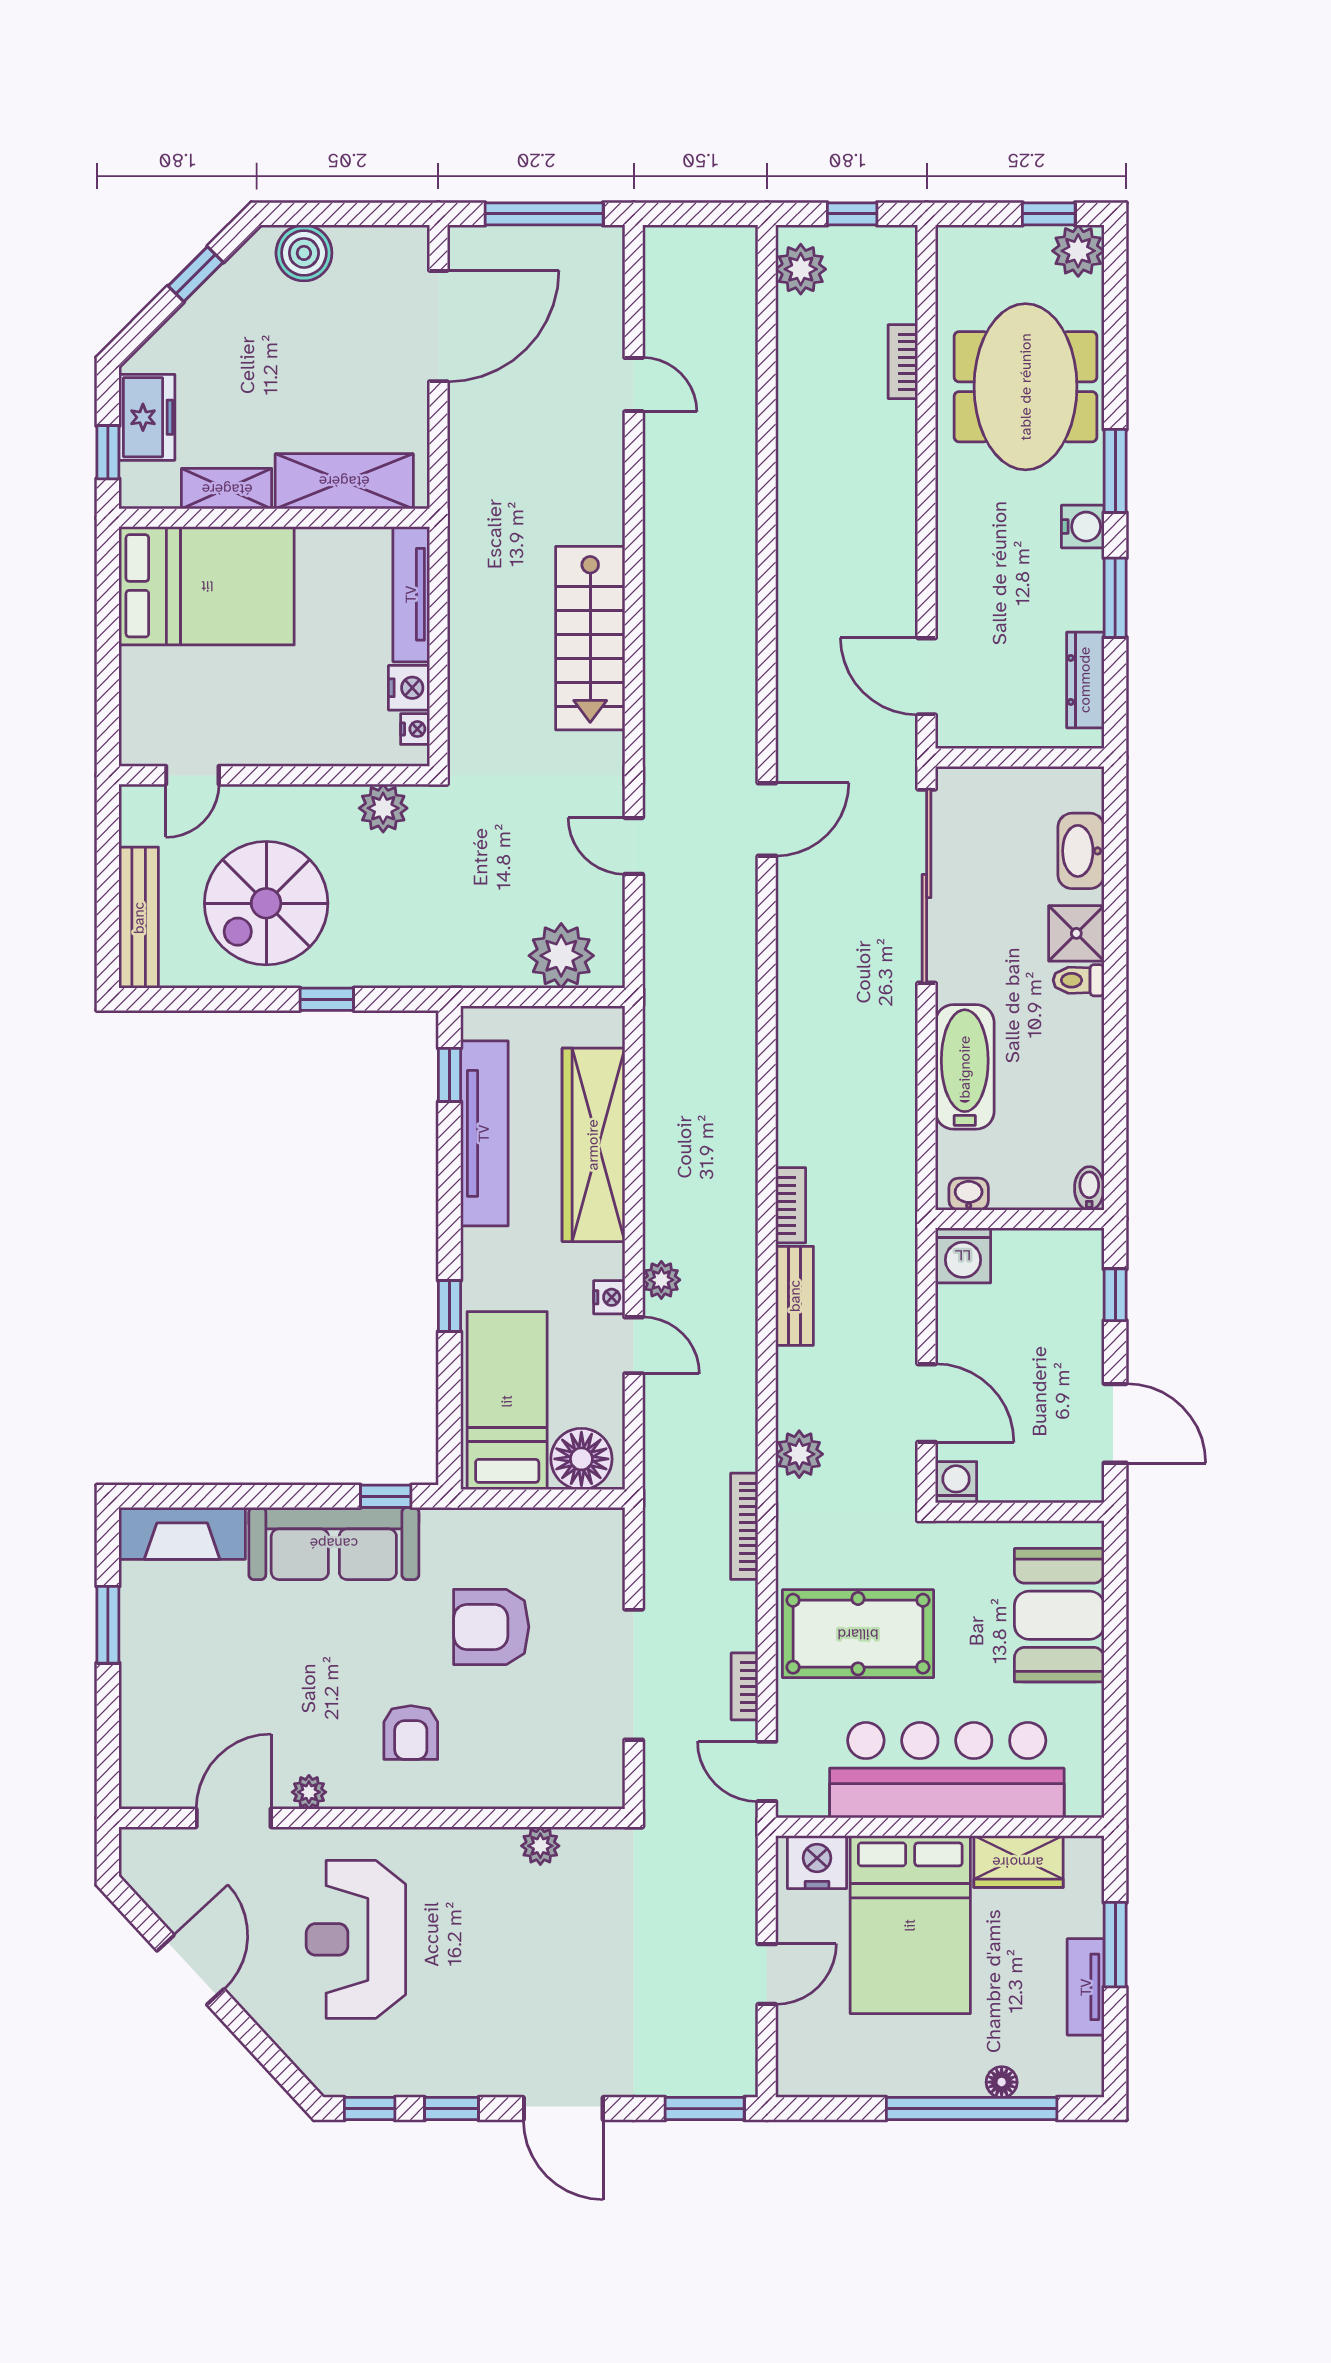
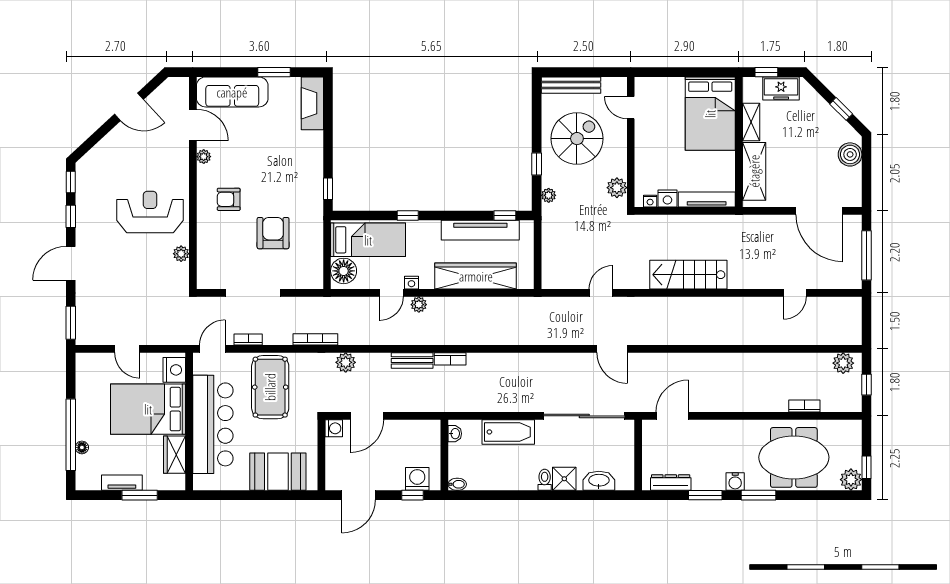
spiral stairs: (266, 903) -> (577, 139), turned 90
plant: (561, 956) -> (549, 195), moved, width x0.53, depth x0.53
washing machine: (963, 1255) -> (417, 479), moved, turned 90
sofa: (334, 1543) -> (232, 92), moved, turned -90
reception desk: (356, 1939) -> (150, 212), moved

